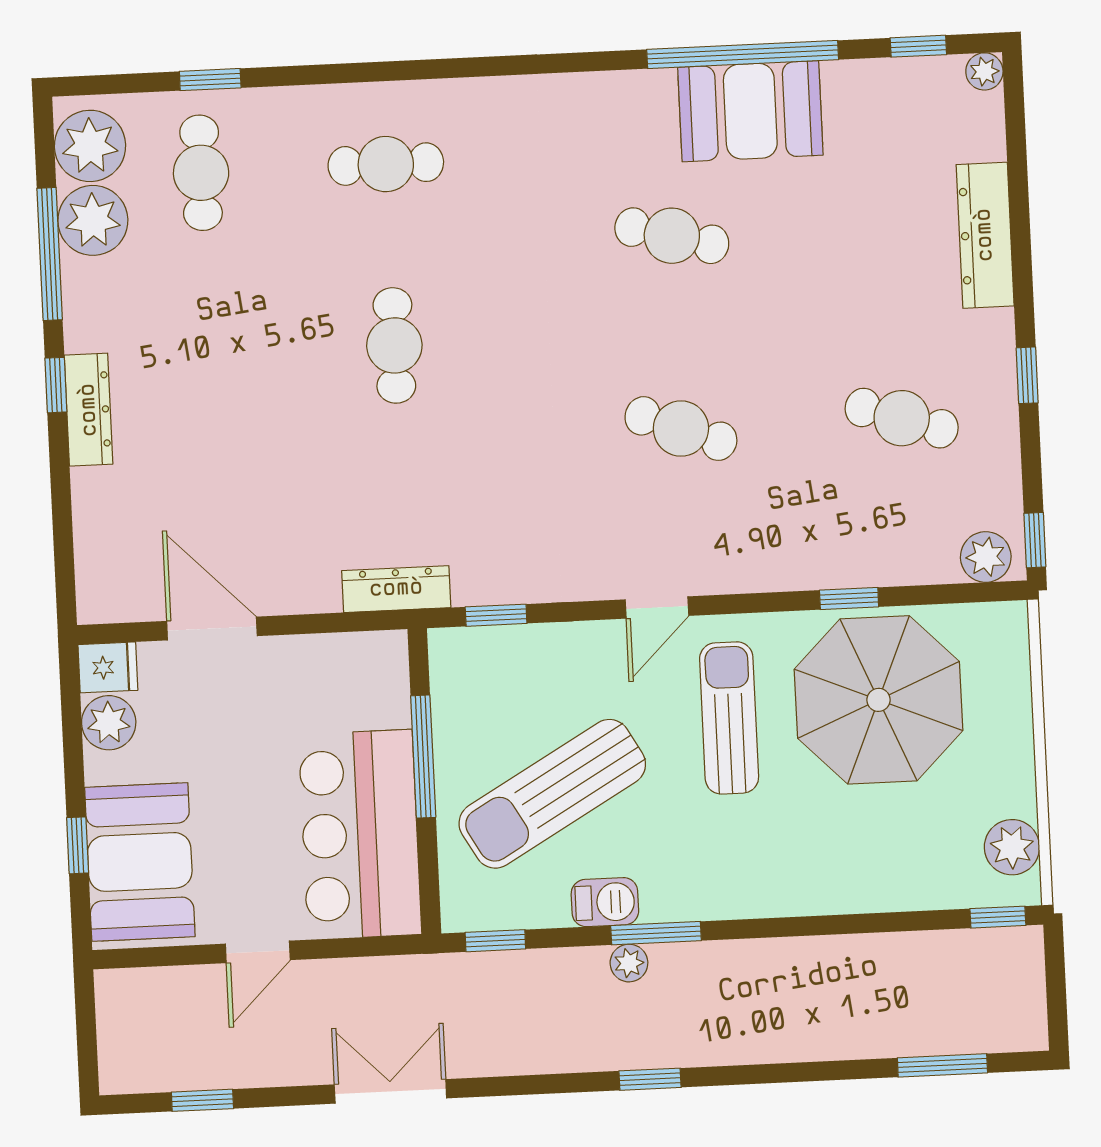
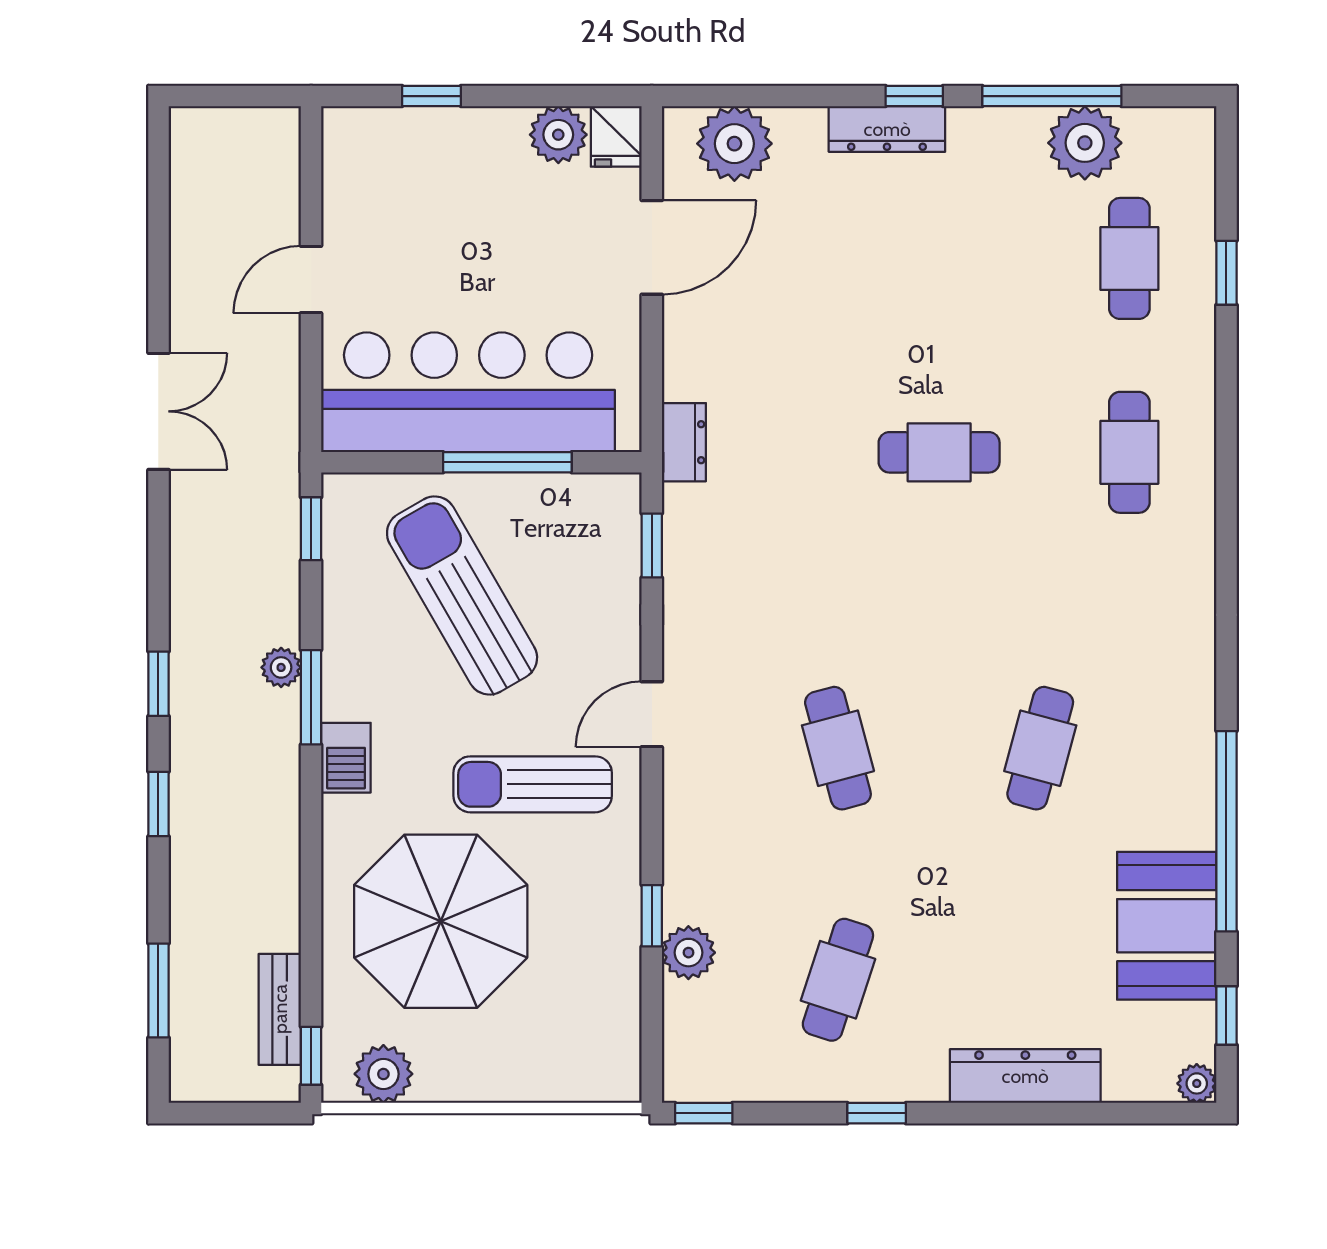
booth: (750, 111) -> (1167, 926), moved
plant: (90, 146) -> (734, 144), moved
cafe table: (201, 173) -> (1129, 258), turned 90
cafe table: (681, 429) -> (838, 748), turned -36
plant: (986, 557) -> (688, 953), moved
dresser: (396, 589) -> (684, 442), width x0.70
door: (657, 608) -> (652, 714), hinge flipped
parasol: (878, 700) -> (441, 921), moved
sun lounger: (729, 718) -> (533, 784), turned 180
bar counter: (360, 835) -> (468, 392), width x1.36
booth: (140, 862) -> (411, 160), removed
barbecue: (605, 902) -> (346, 758), moved
bench: (955, 949) -> (280, 1009), added
door: (258, 952) -> (311, 279), hinge flipped
window: (202, 1100) -> (158, 804), moved

